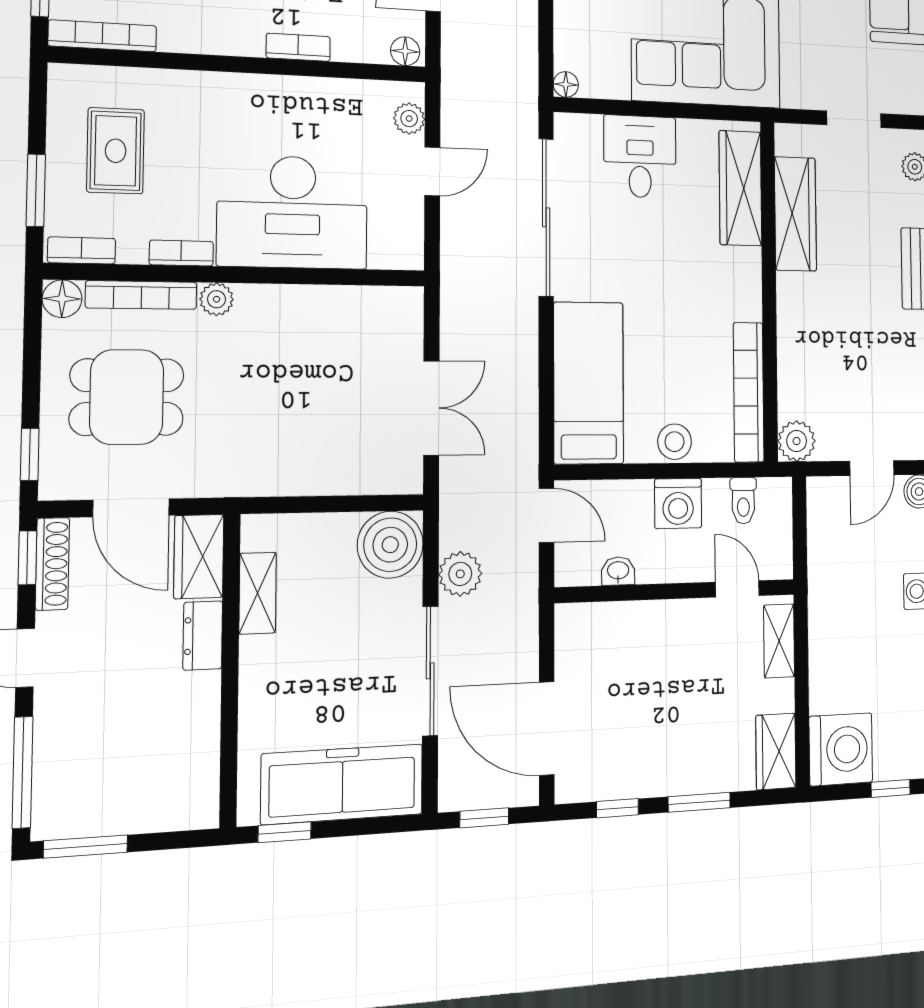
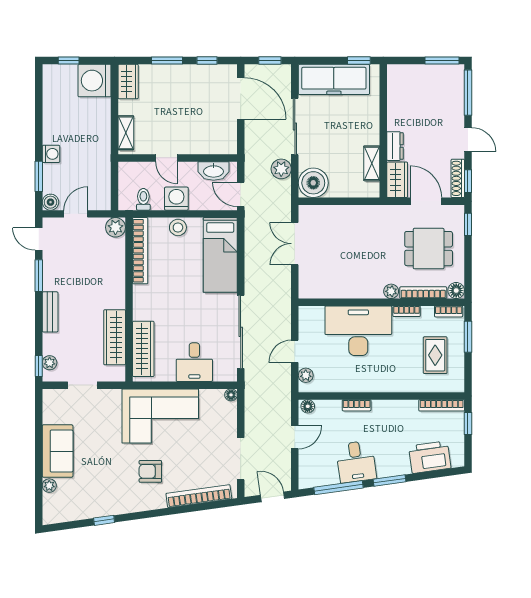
washbasin: (618, 571) -> (214, 171), width x1.91, depth x1.45
door: (737, 589) -> (167, 158), moved

